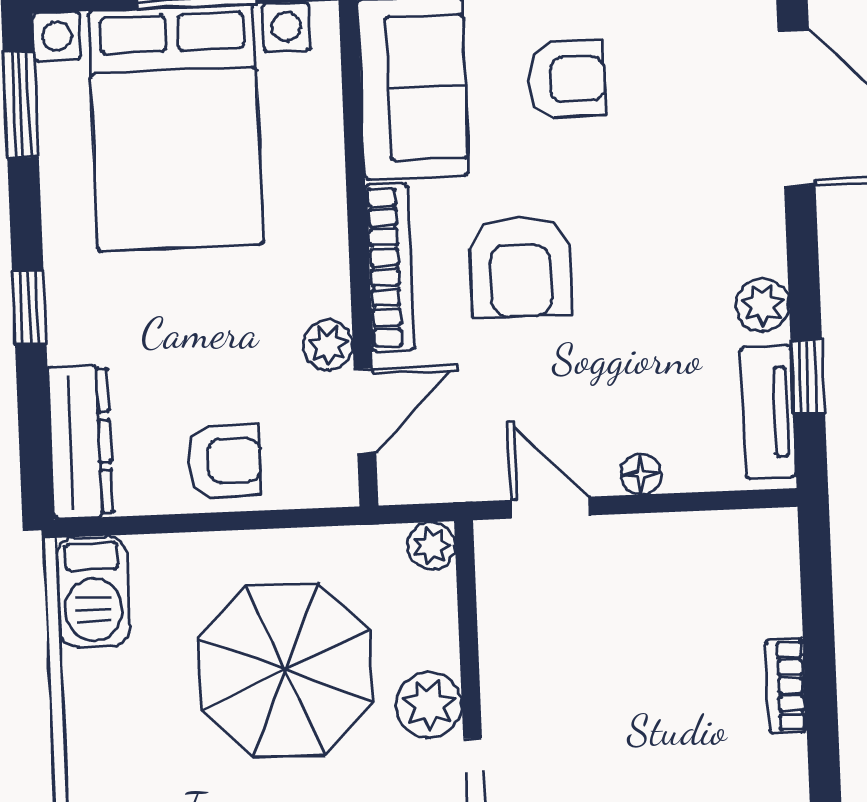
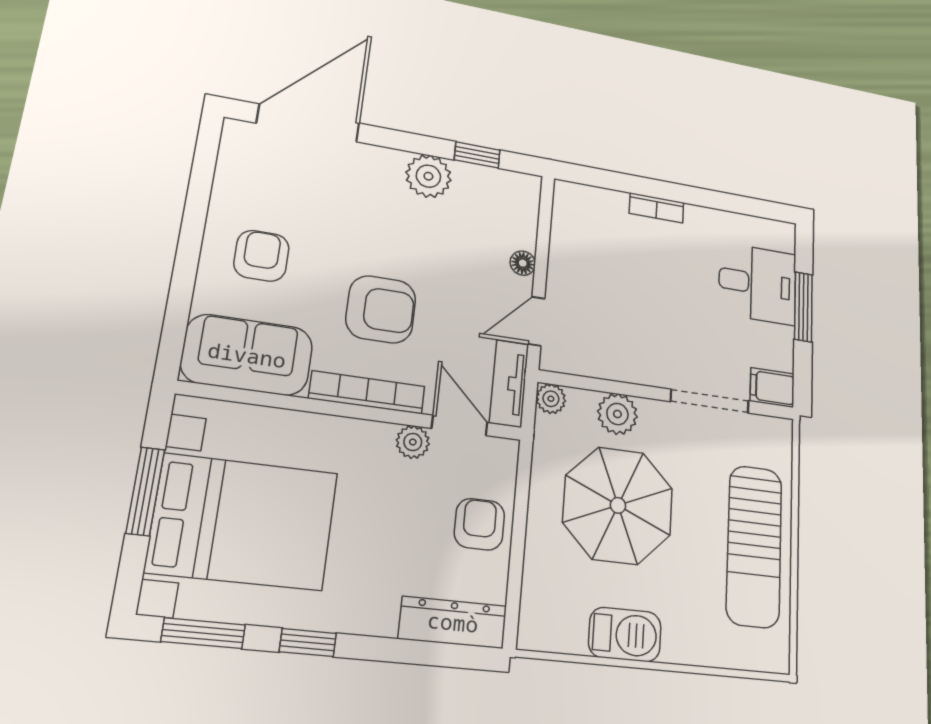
plant: (762, 305) -> (428, 176), width x1.38, depth x1.38
window: (29, 307) -> (308, 643), moved
tv unit: (768, 412) -> (509, 383), moved, turned 90
barbecue: (93, 592) -> (625, 634), moved
plant: (429, 705) -> (617, 414), moved

